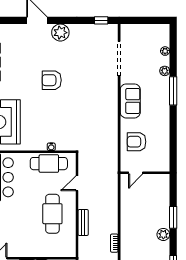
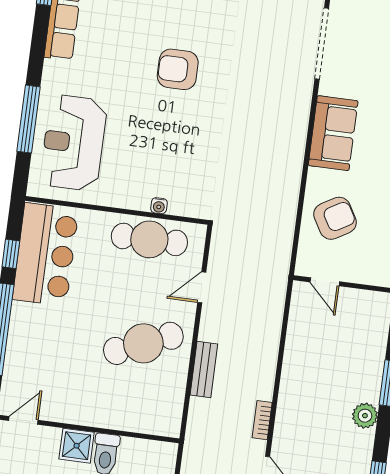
armchair: (137, 142) -> (335, 218), turned 150
door: (136, 173) -> (325, 282), hinge flipped
cafe table: (52, 214) -> (143, 343), turned 67

